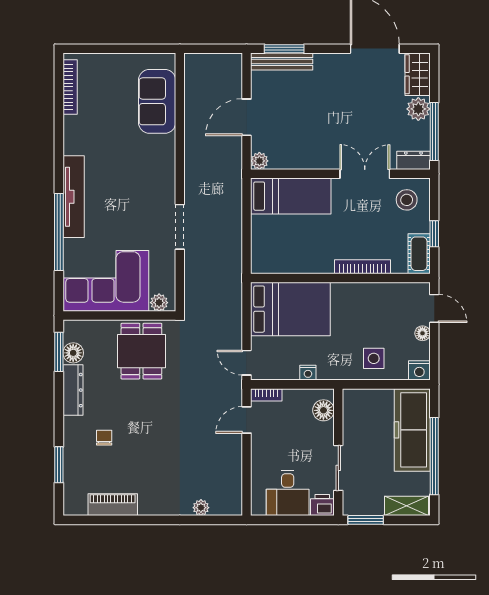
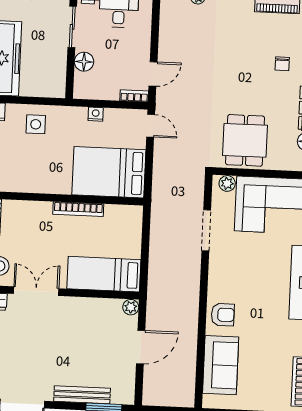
bench: (282, 62) -> (82, 395), moved
armchair: (157, 157) -> (223, 315), added
double door: (365, 174) -> (36, 291), swing flipped
doorway: (180, 227) -> (206, 230), moved
bookcase: (362, 267) -> (78, 209), moved
floor lamp: (323, 410) -> (84, 62), moved

